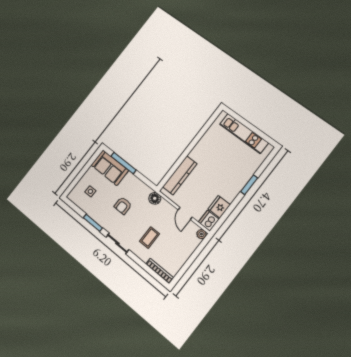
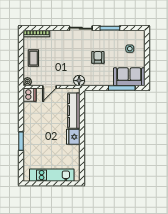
fridge: (219, 207) -> (73, 137), moved, turned 180
door: (185, 213) -> (50, 87), swing flipped
coffee table: (150, 238) -> (33, 58), moved

